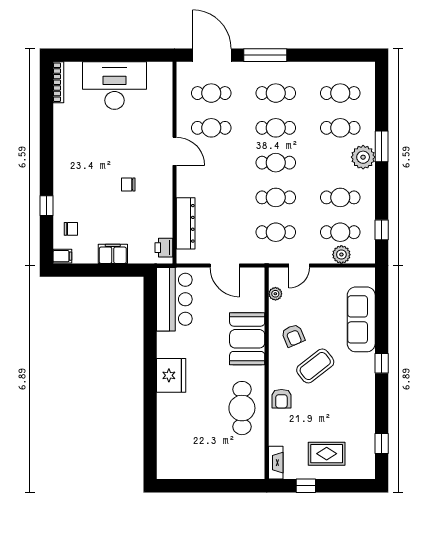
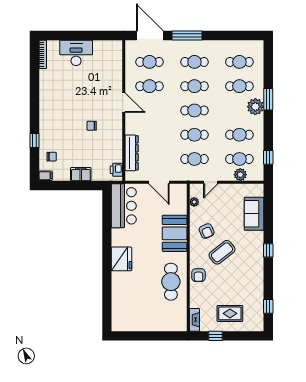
desk: (115, 86) -> (76, 53), width x0.73, depth x0.77
sofa: (361, 319) -> (254, 214), width x0.73

